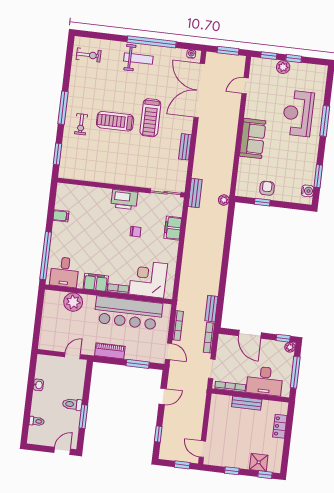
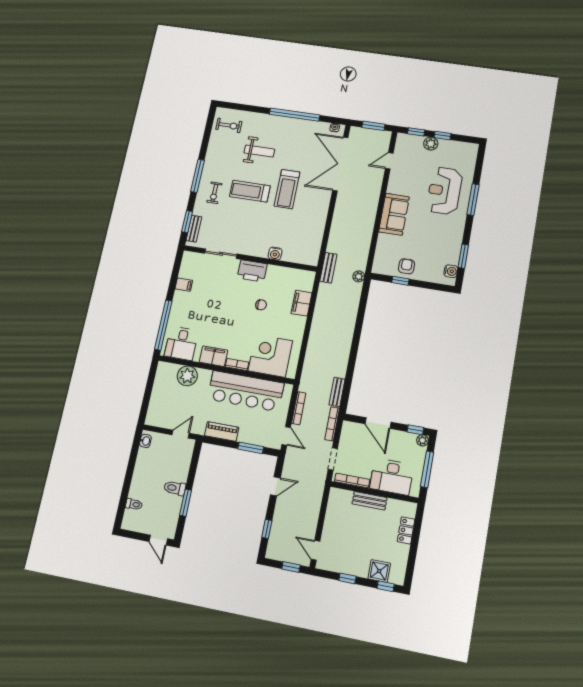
weight bench: (138, 59) -> (259, 151), moved
bench: (185, 147) -> (194, 229), moved
water cooler: (144, 182) -> (275, 254), added
sliding door: (165, 193) -> (221, 254), moved
washbasin: (38, 385) -> (145, 441), moved
door: (62, 451) -> (158, 540), swing flipped

